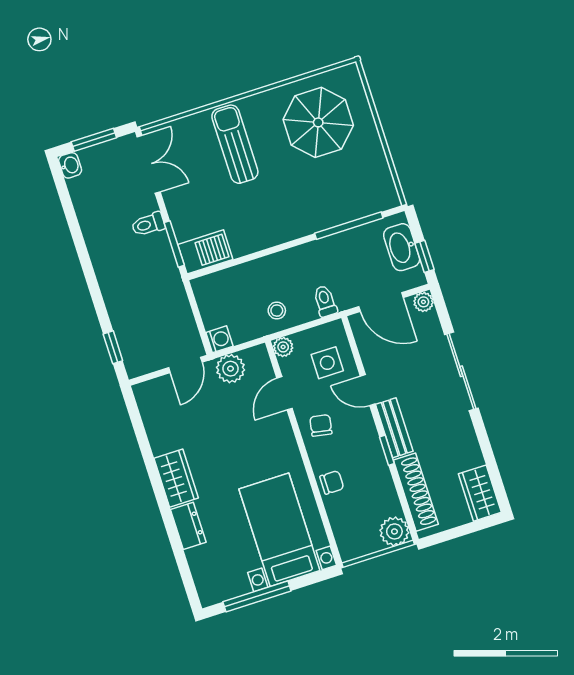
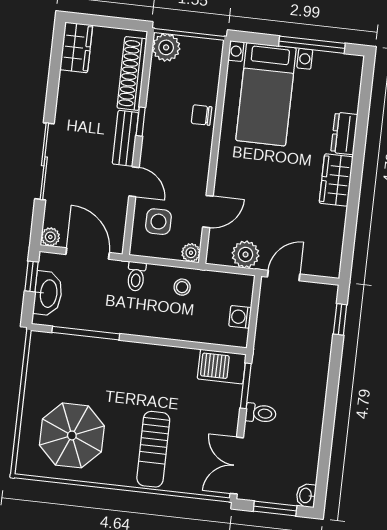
washing machine: (219, 339) -> (240, 317), moved
chair: (321, 425) -> (189, 169), removed

